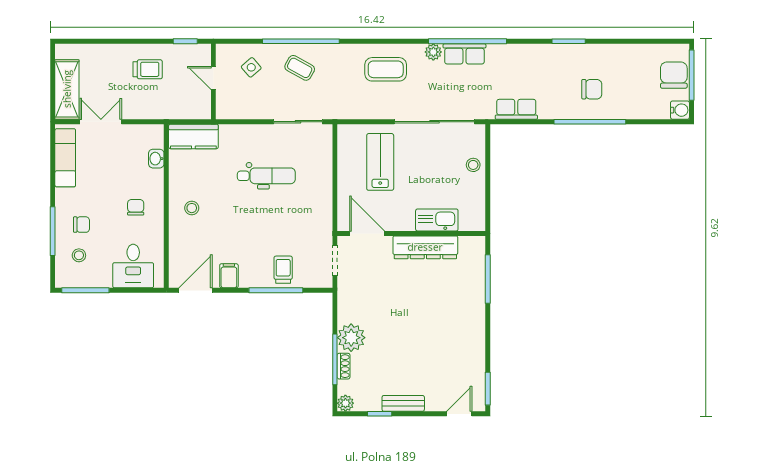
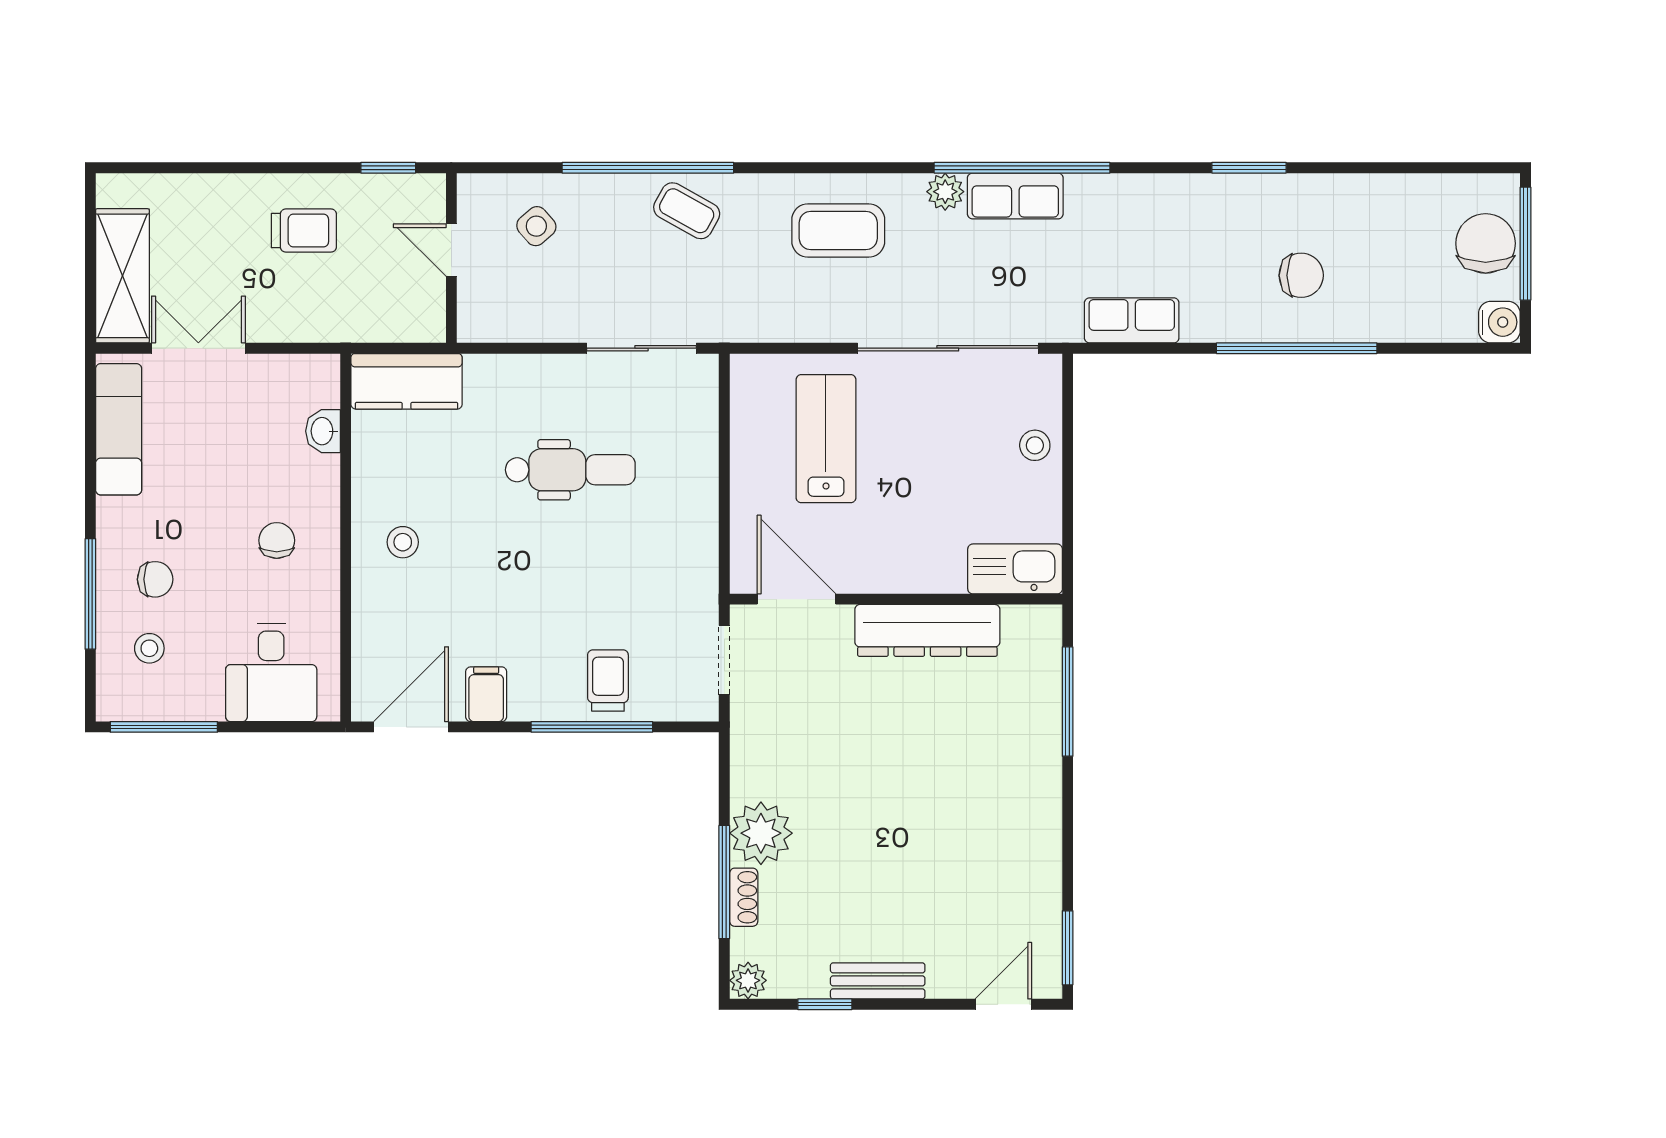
coffee table: (300, 68) -> (687, 211), moved
kitchen sink: (437, 220) -> (1015, 569), moved

